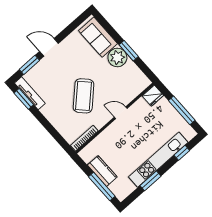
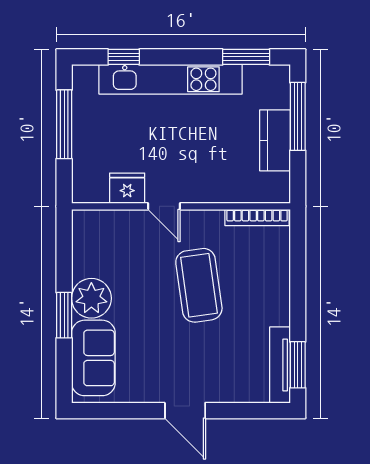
window: (129, 51) -> (64, 315), moved
window: (29, 65) -> (241, 411), removed
coffee table: (84, 96) -> (199, 285), turned -54
fridge: (153, 96) -> (127, 188), moved
window: (150, 181) -> (246, 57), moved

